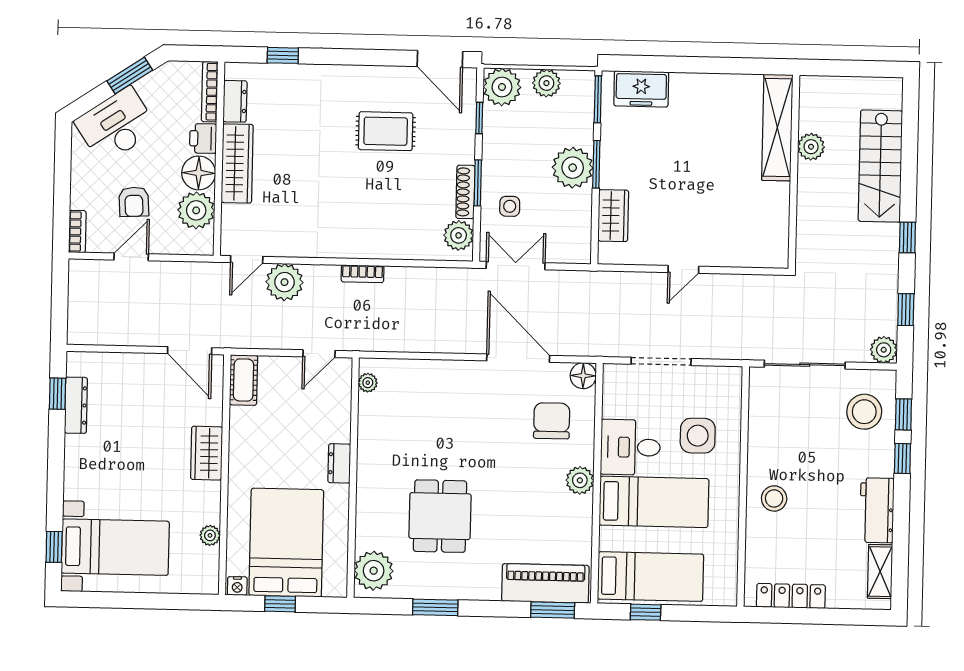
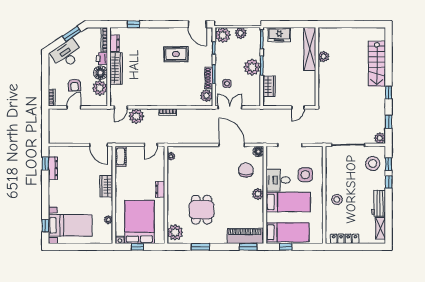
shelving: (777, 128) -> (310, 49), moved
plant: (811, 147) -> (324, 56), moved
wall: (794, 172) -> (317, 67), moved

